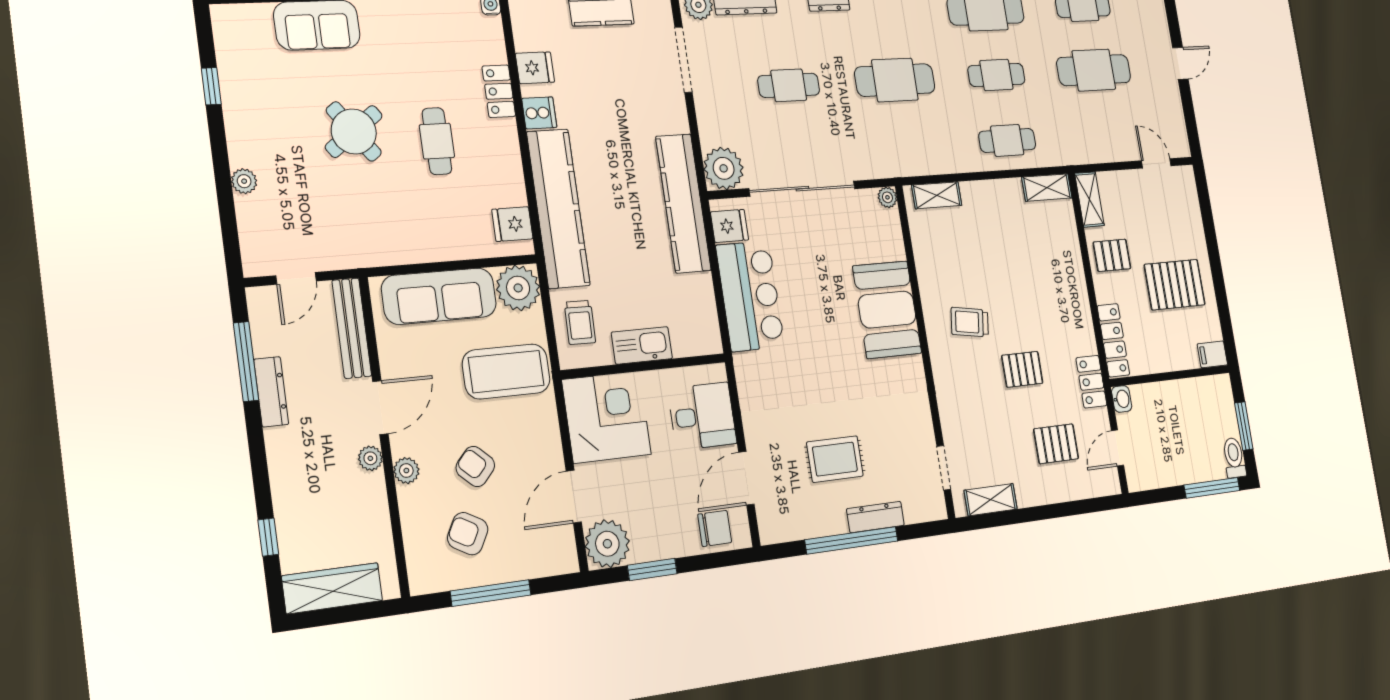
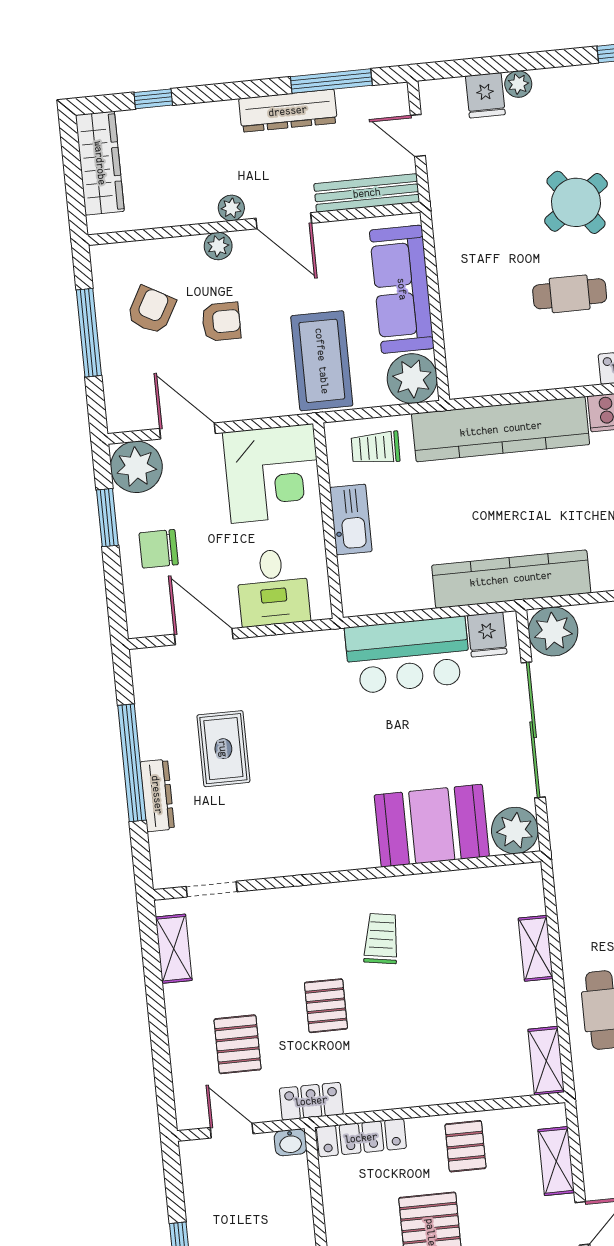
shelving: (937, 195) -> (536, 948), moved
plant: (887, 197) -> (515, 831), width x1.87, depth x1.87
shelving: (1089, 199) -> (556, 1161), moved, turned 90
fridge: (512, 224) -> (485, 95), moved, turned 180
booth: (887, 310) -> (432, 826), moved
dresser: (271, 392) -> (288, 111), width x1.37, depth x1.24
armchair: (475, 466) -> (221, 322), turned 47
chair: (715, 528) -> (159, 549), moved, turned 90

